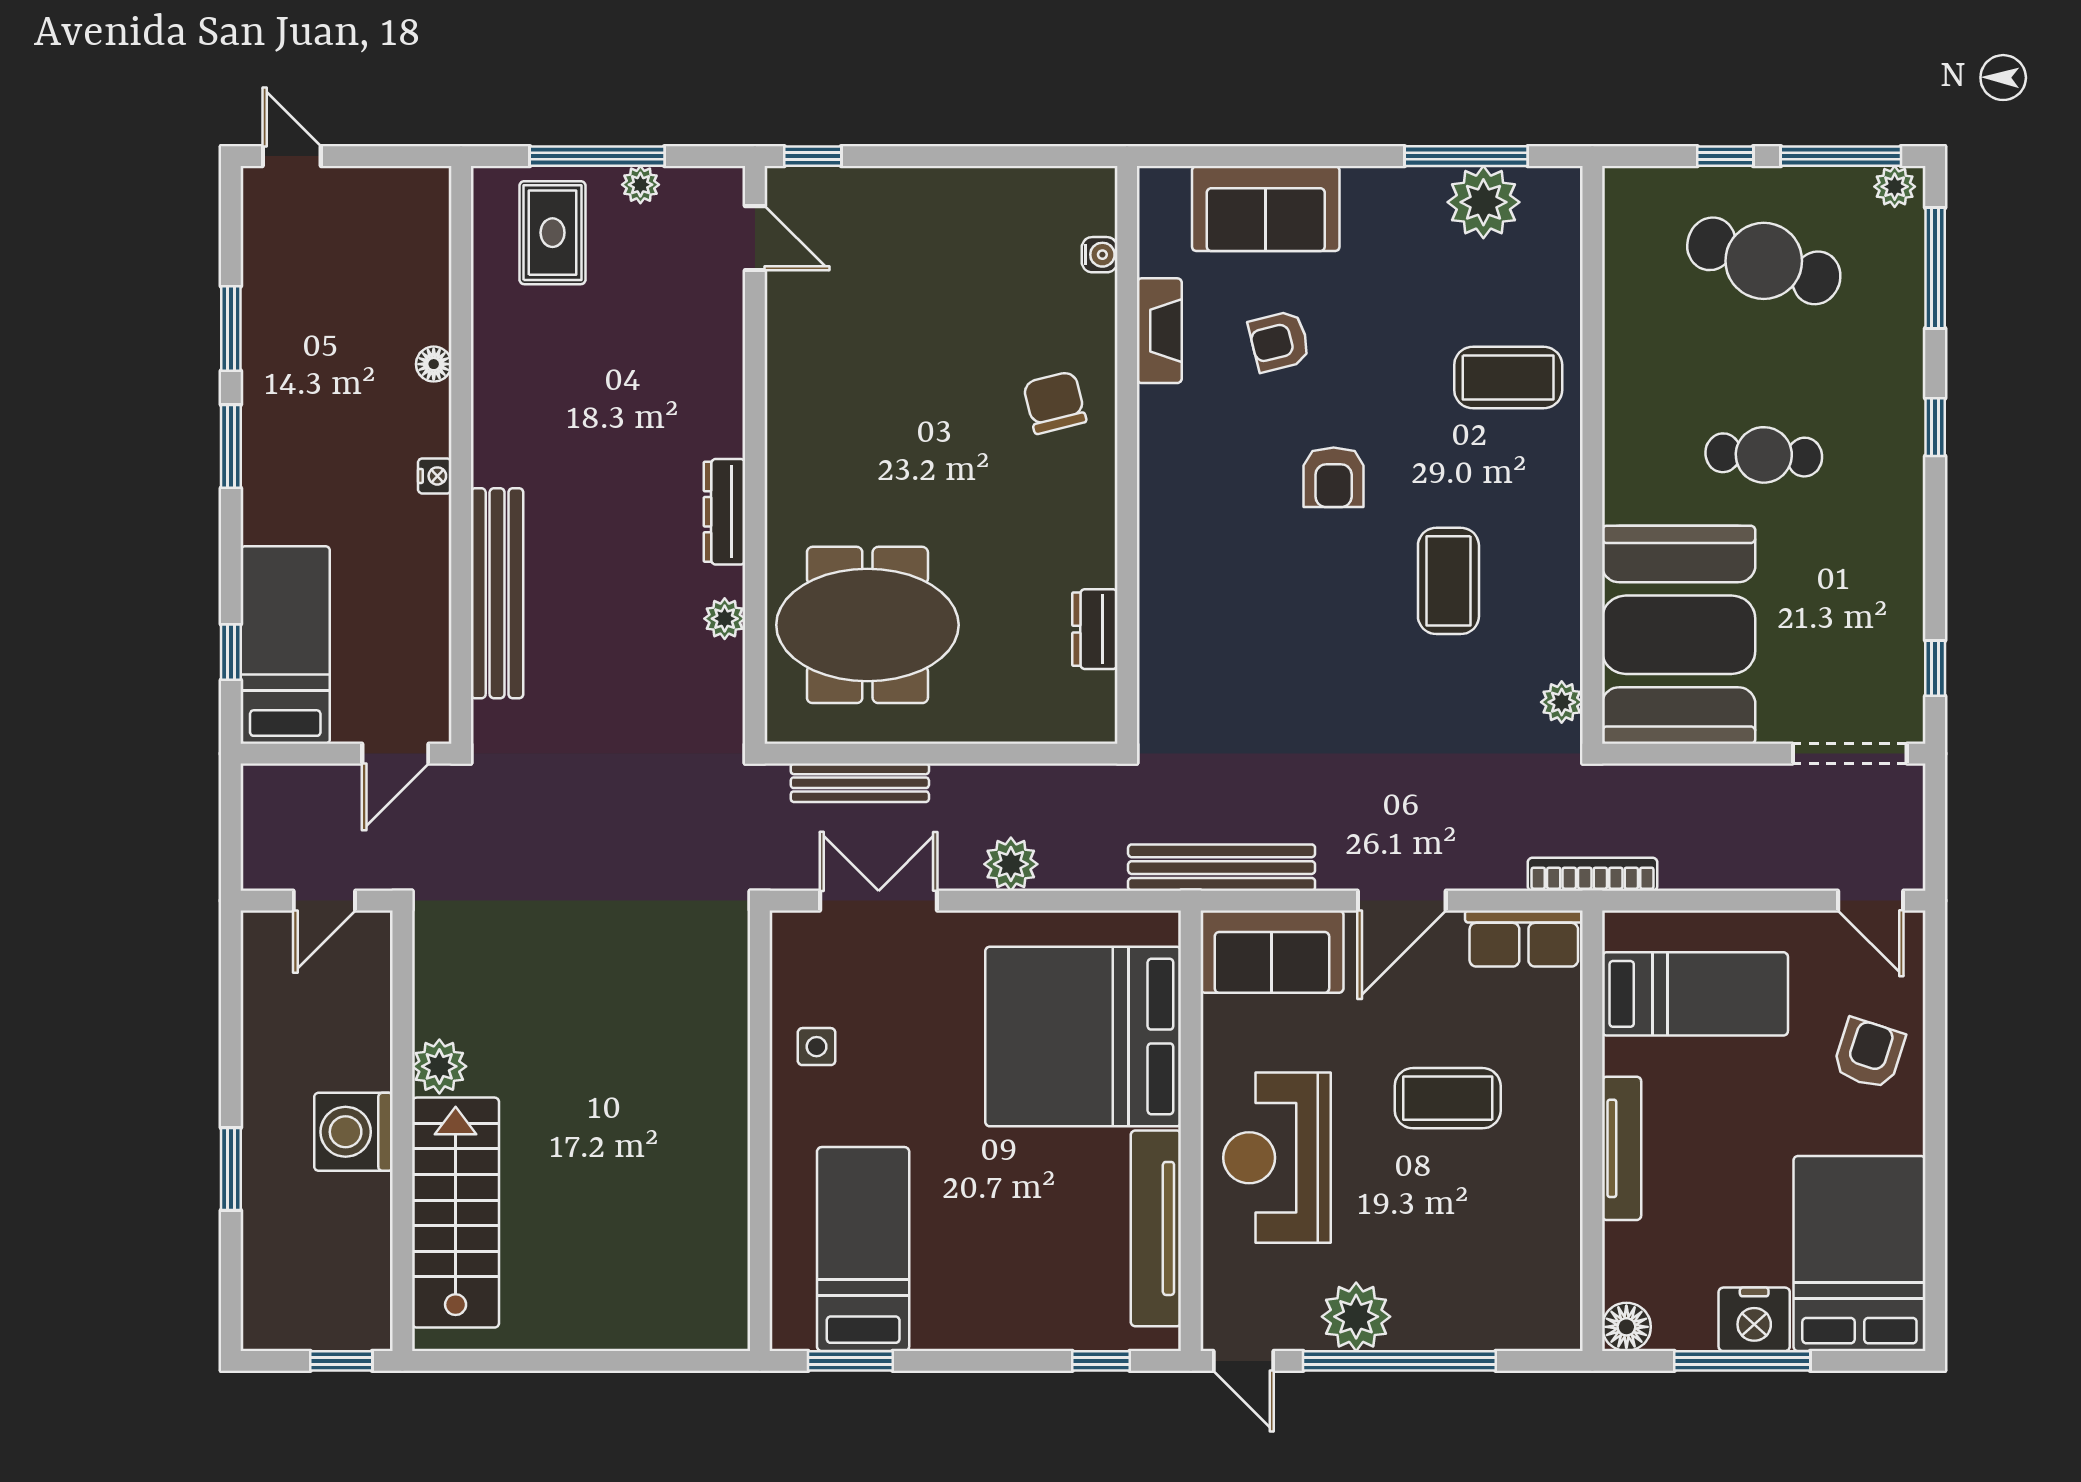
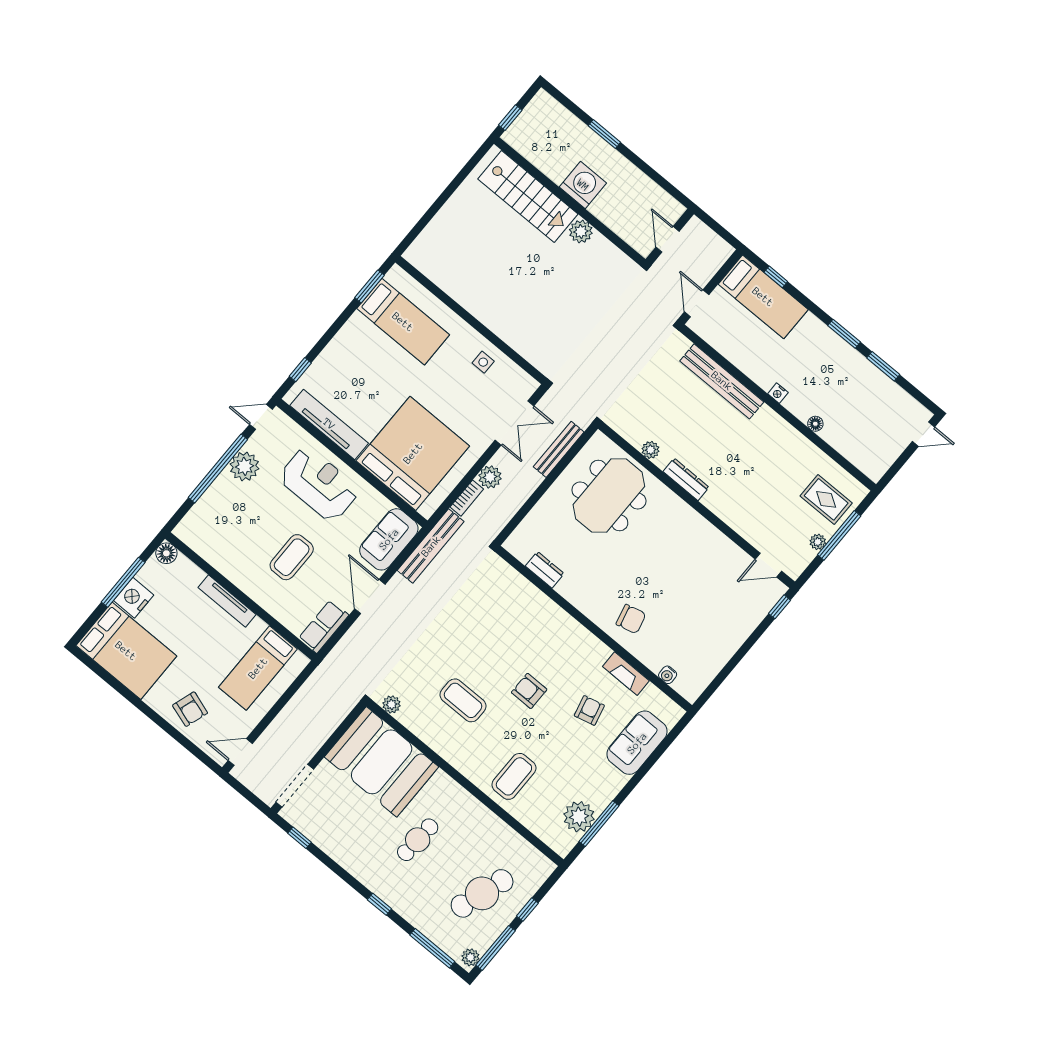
bookcase: (1593, 874) -> (467, 498), moved, width x0.64

